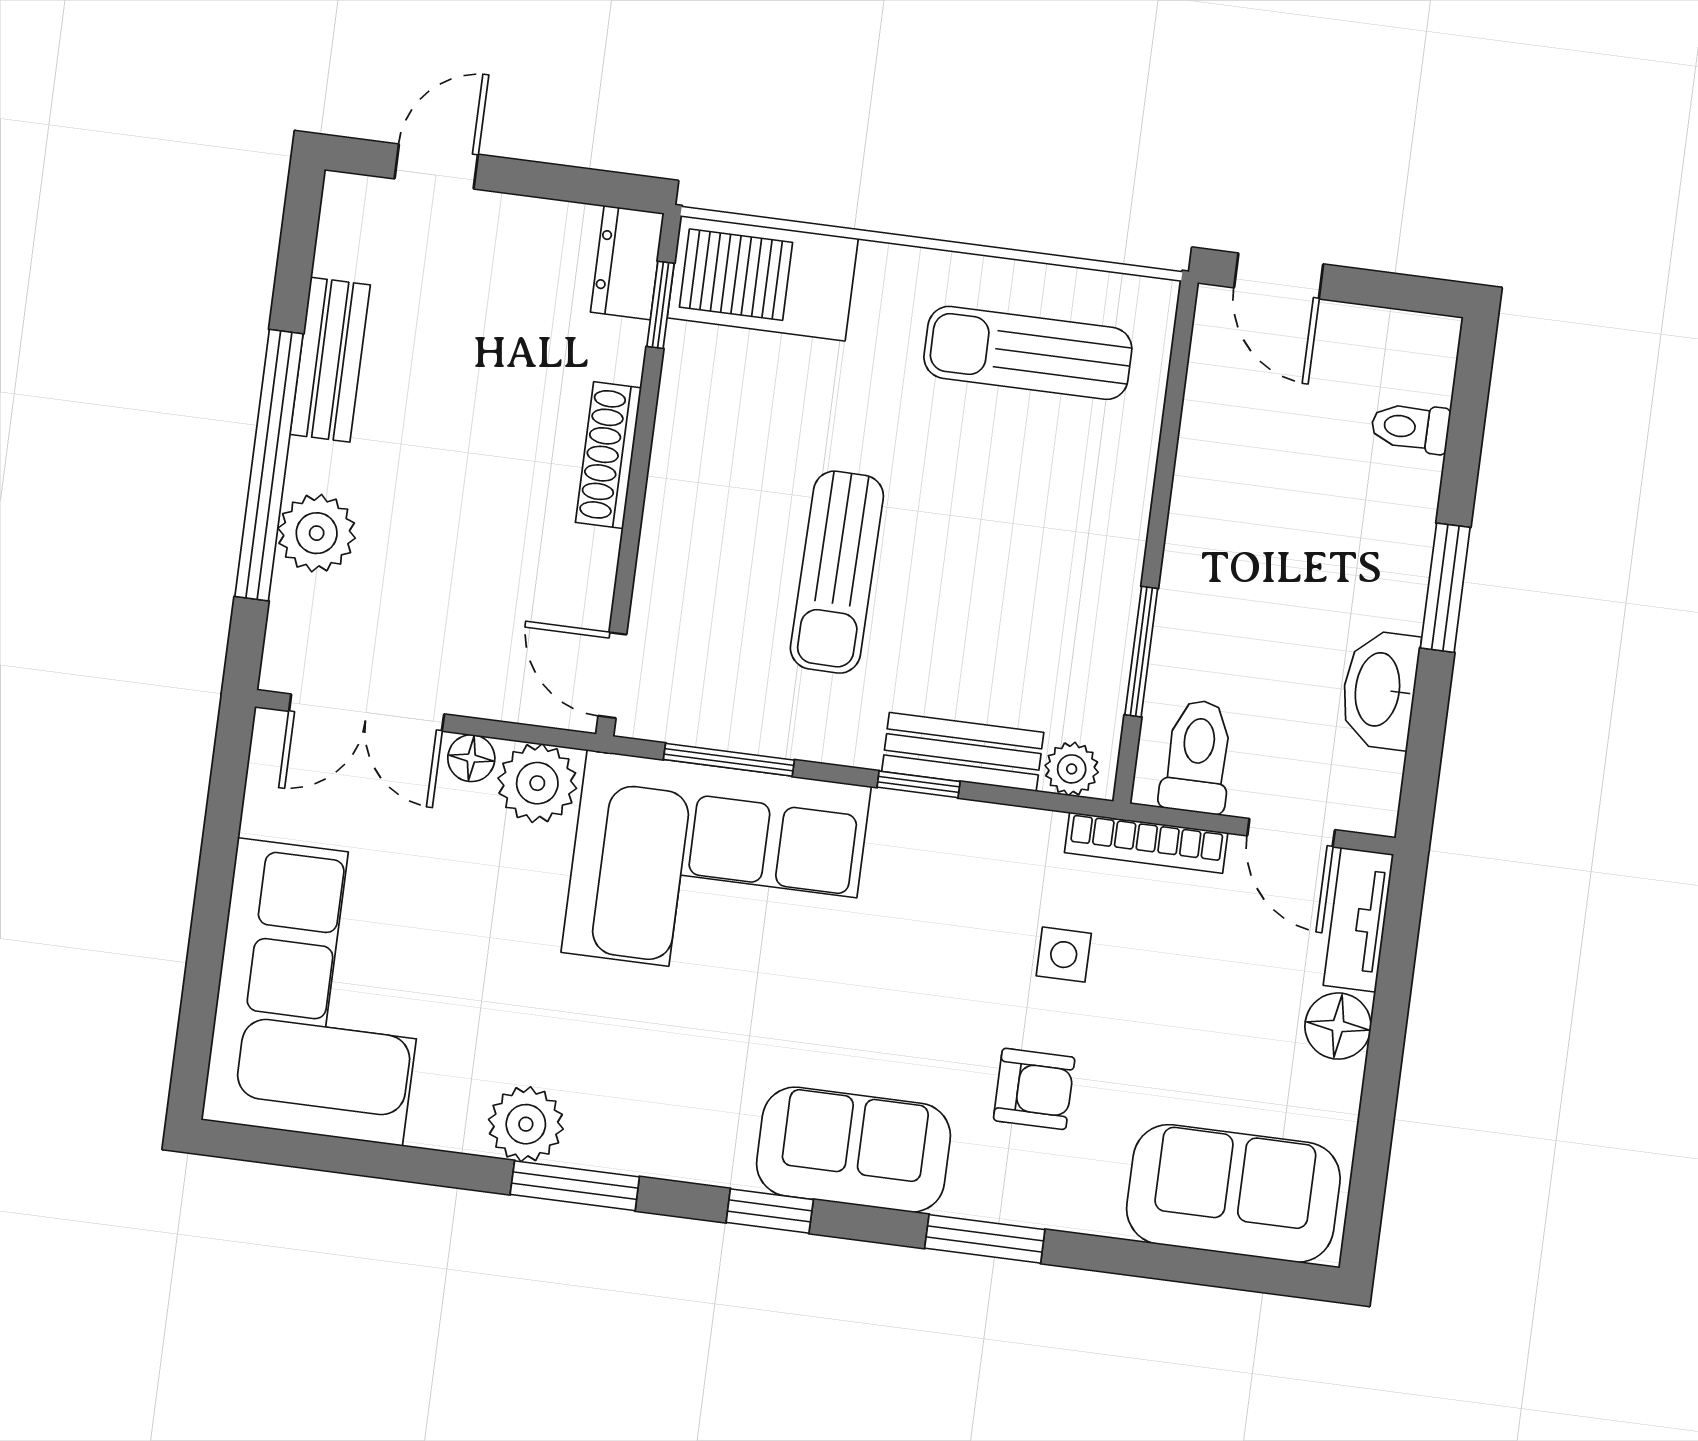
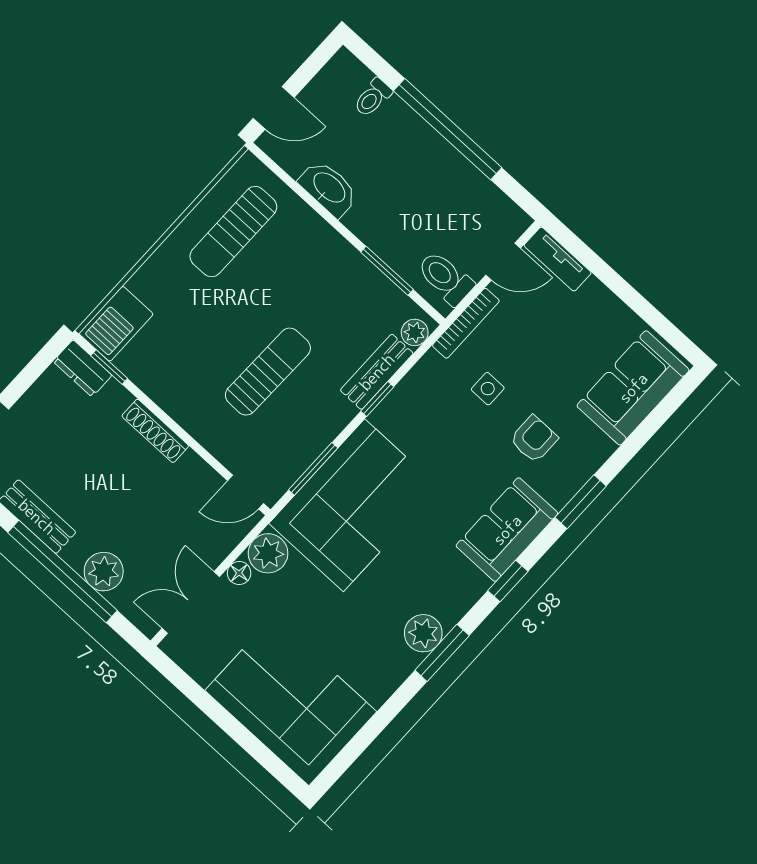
barbecue: (763, 278) -> (116, 324), width x0.73, depth x0.83
sun lounger: (837, 572) -> (268, 372), turned -90
window: (1445, 588) -> (448, 129), width x2.11
washbasin: (1380, 690) -> (329, 188), moved, turned 180
double door: (367, 713) -> (191, 602), swing flipped
floor lamp: (1338, 1026) -> (595, 298), removed
plant: (526, 1124) -> (423, 633), moved

